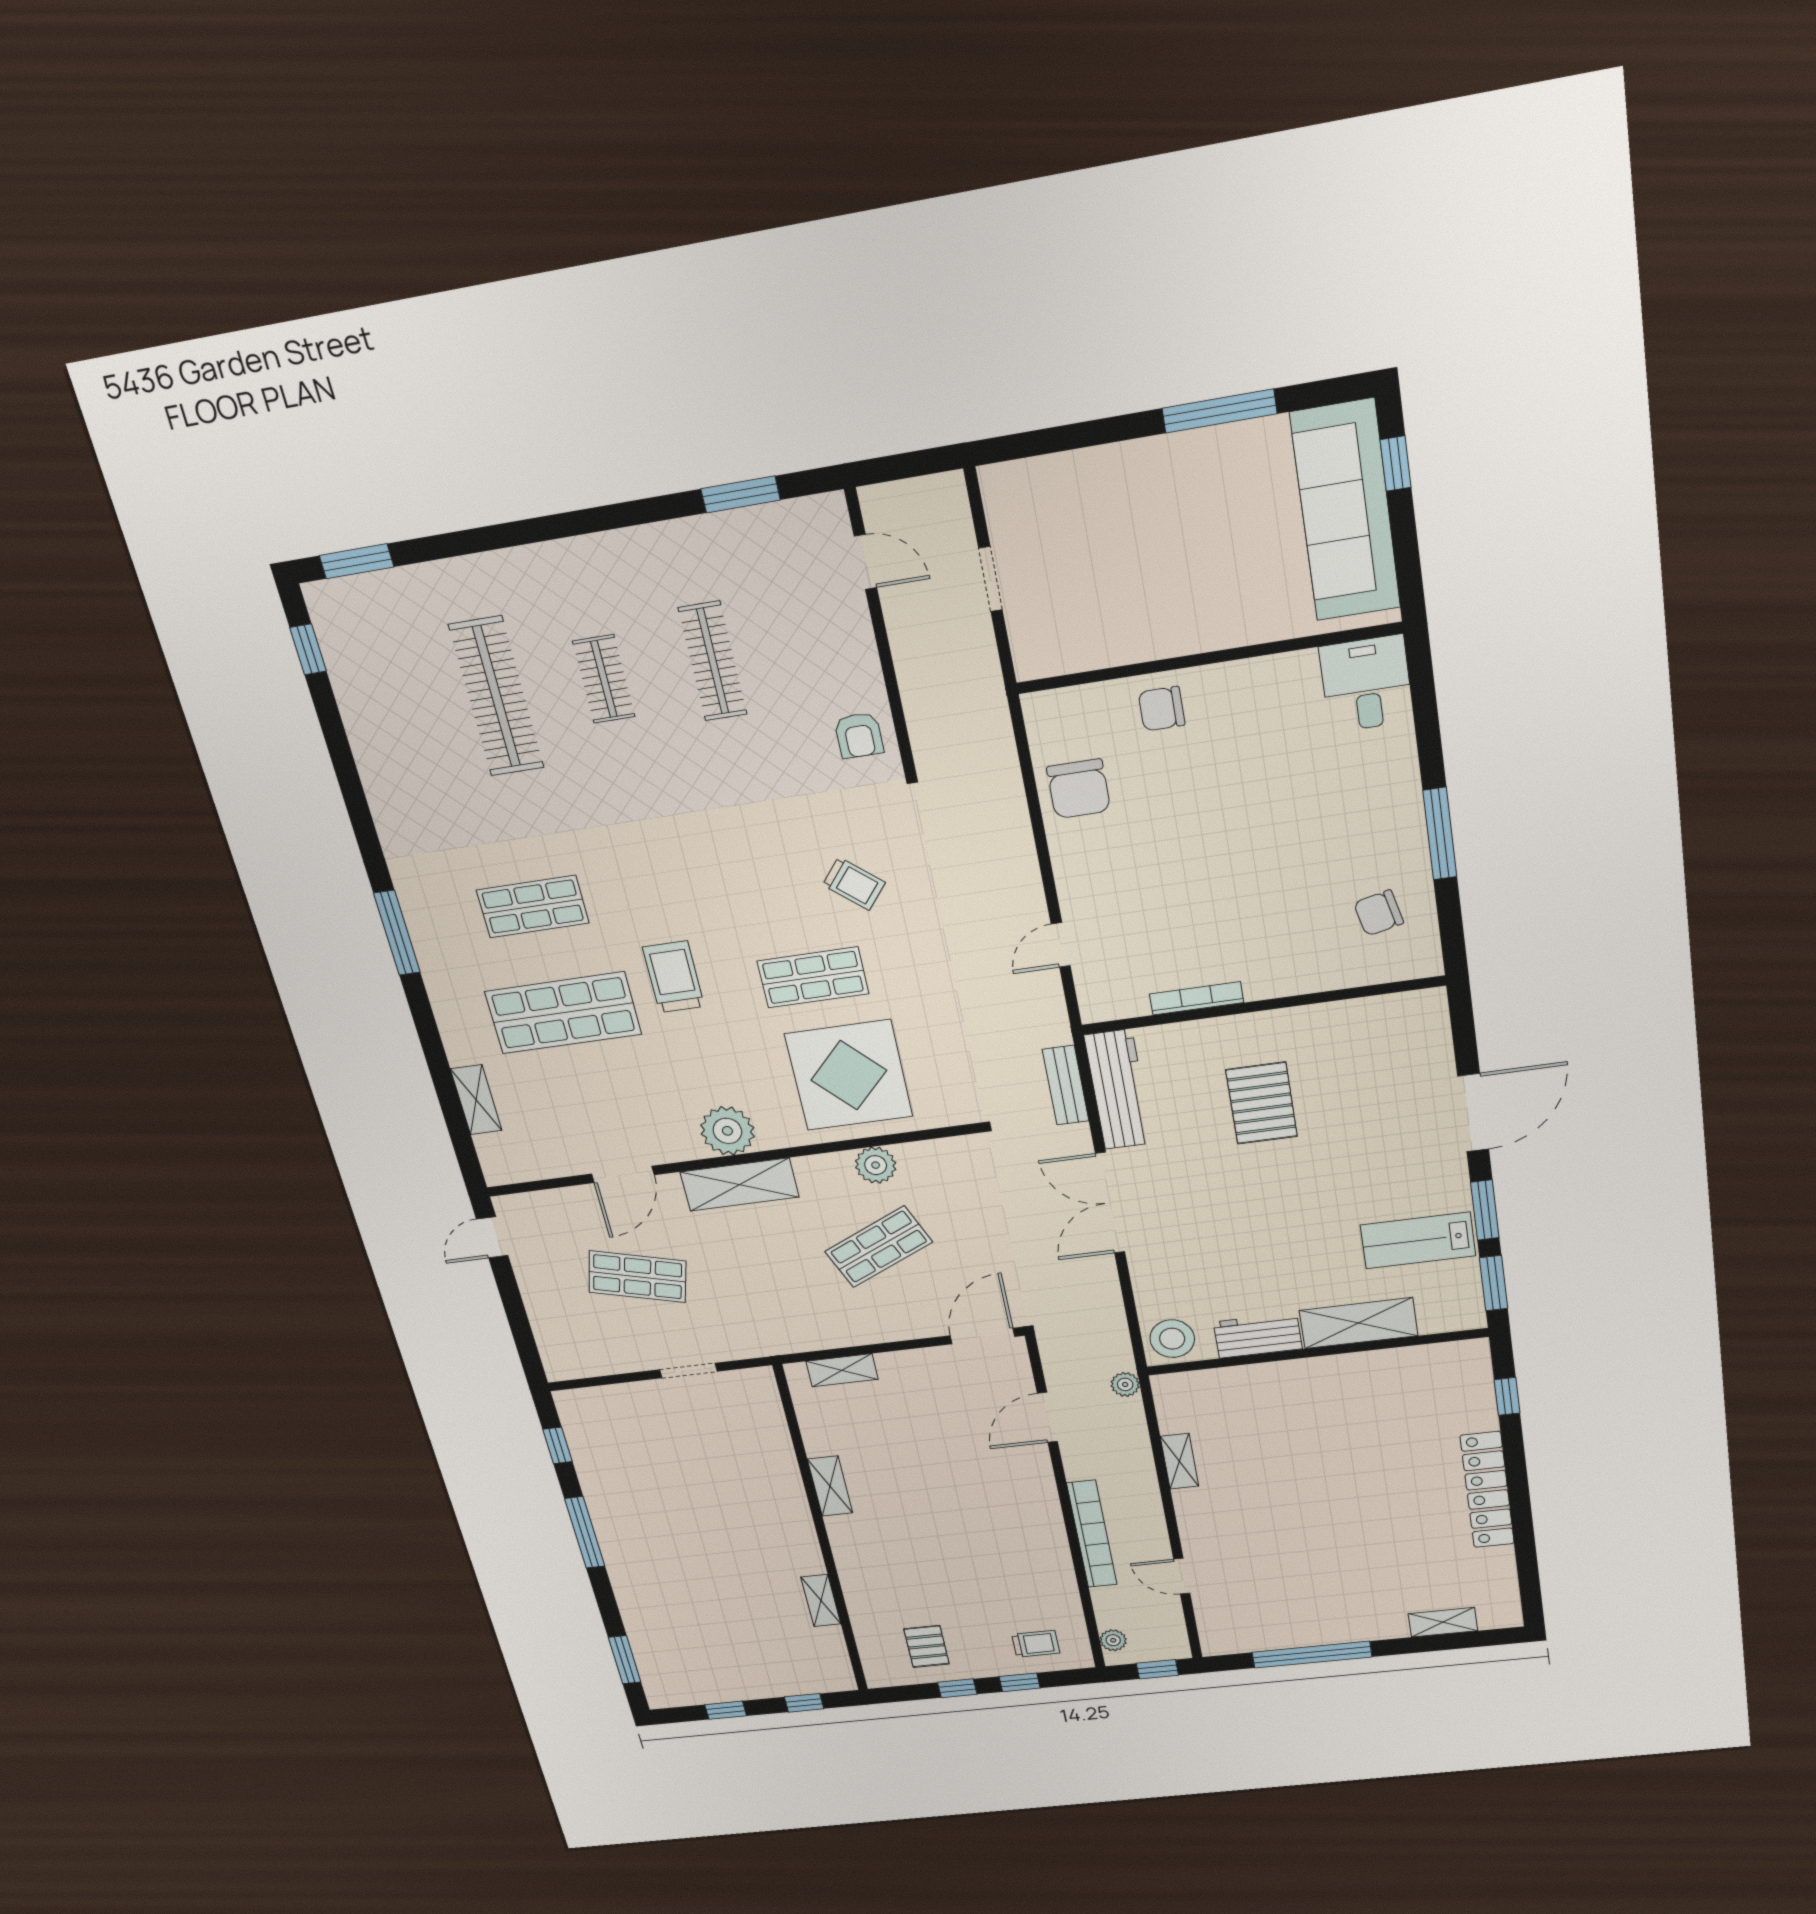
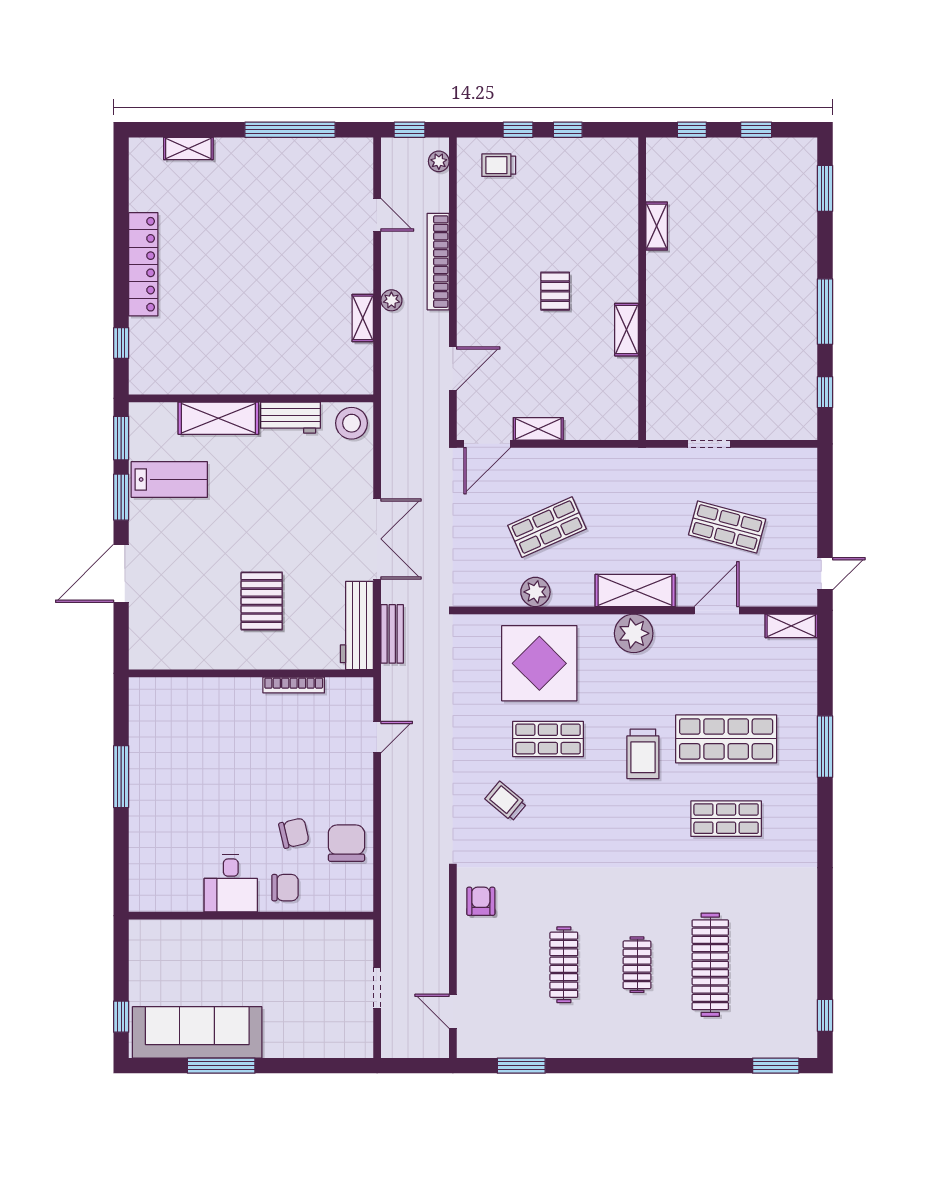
sofa: (1346, 511) -> (197, 1032), moved, turned -90
desk: (1366, 684) -> (231, 883), moved
chair: (1379, 913) -> (294, 833), moved
window: (397, 933) -> (825, 747), moved
shelving: (476, 1100) -> (791, 626), moved, turned 90
shelving: (842, 1370) -> (538, 429), moved
plant: (1125, 1384) -> (391, 300), moved
pallet: (926, 1646) -> (555, 291), moved

